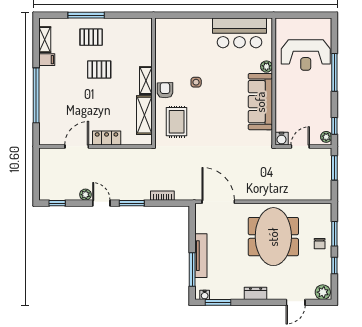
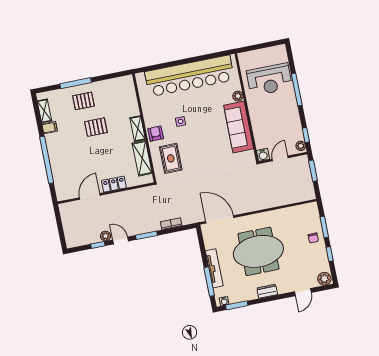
bar counter: (239, 33) -> (190, 76), width x1.86
window: (57, 203) -> (98, 245), moved
meeting table: (273, 237) -> (258, 251), moved, turned 90

